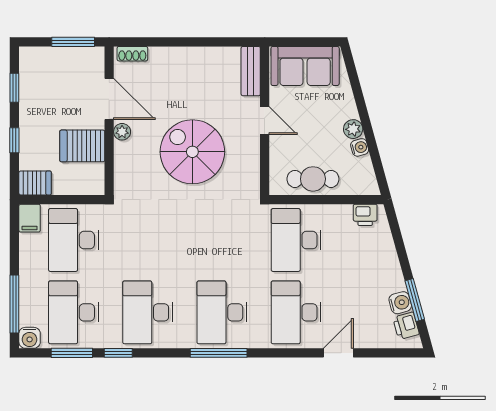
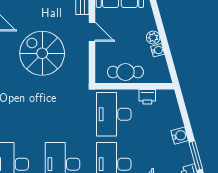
printer: (365, 215) -> (147, 97), moved
water cooler: (400, 303) -> (180, 136), moved

